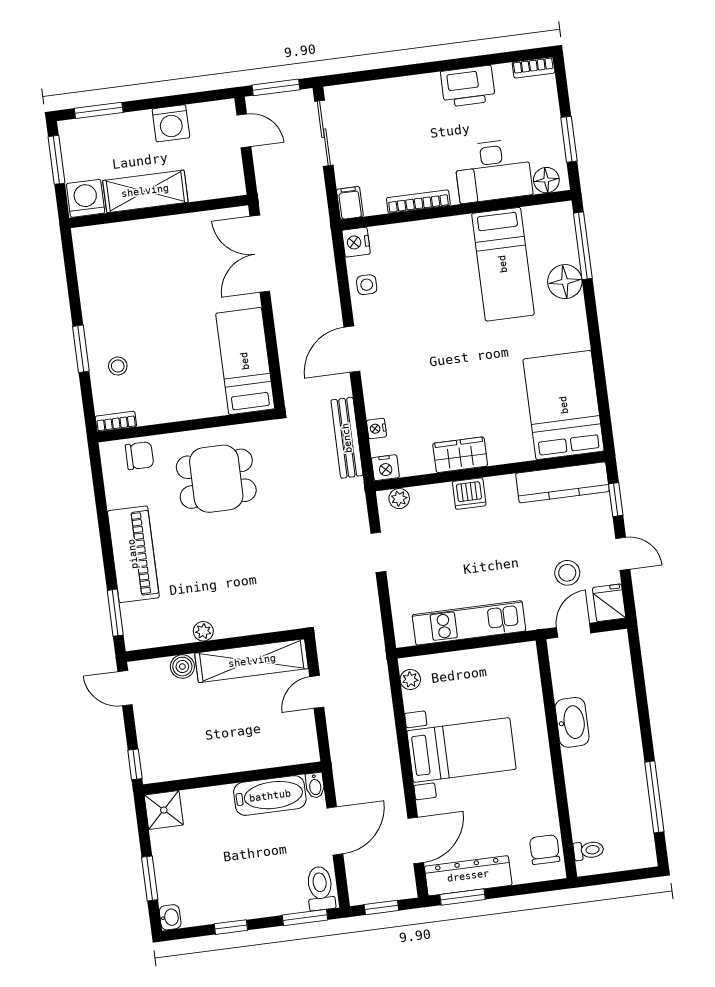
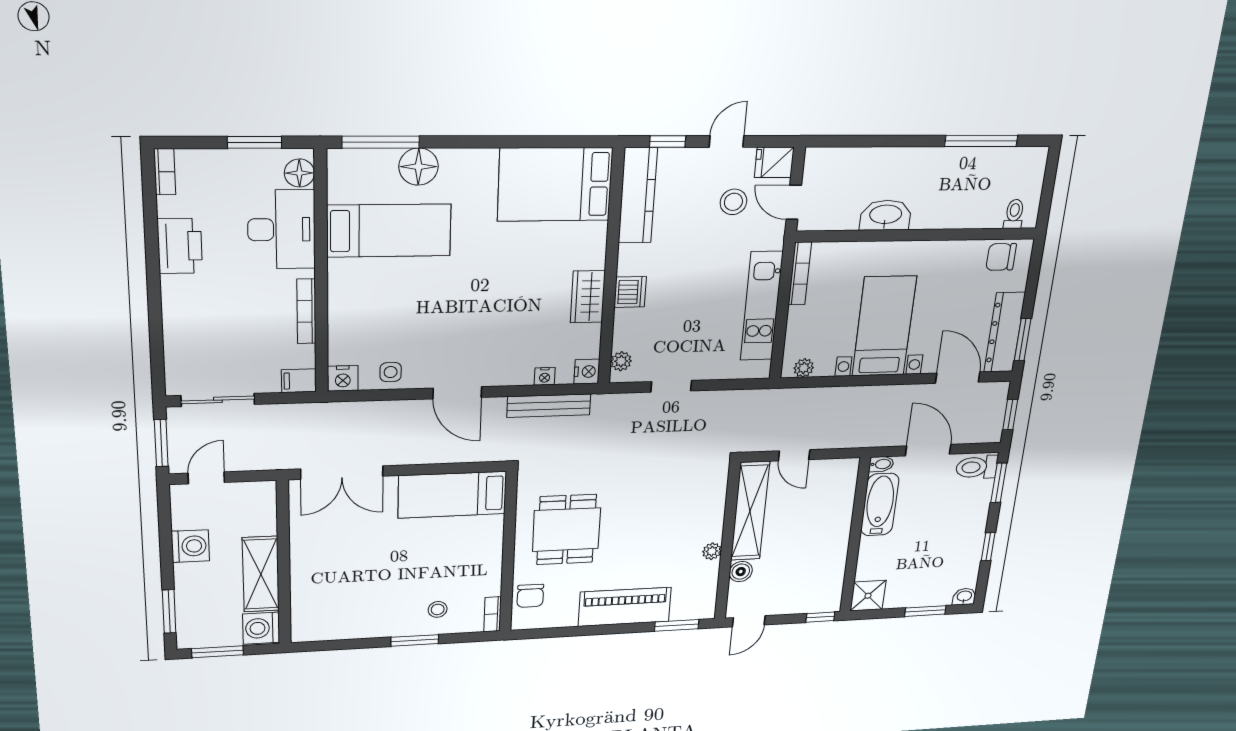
chair: (139, 456) -> (530, 596), turned 180
bookcase: (505, 653) -> (800, 274), added

